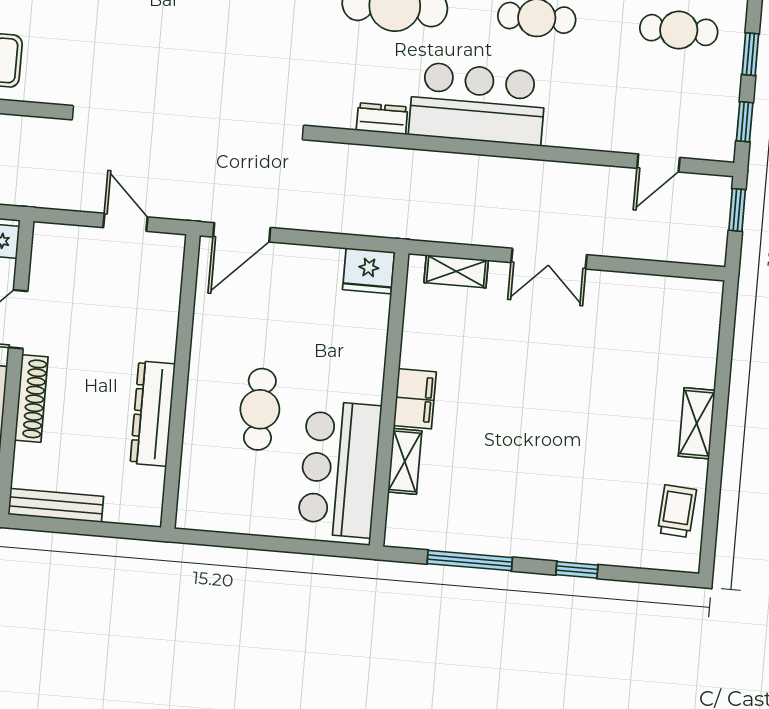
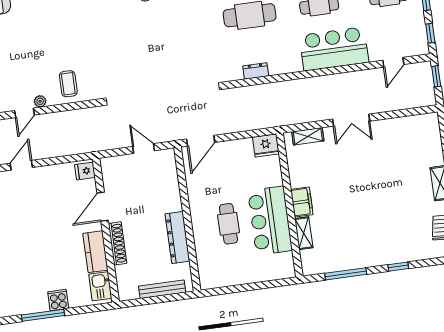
bar counter: (478, 104) -> (334, 49), moved
bar counter: (339, 469) -> (270, 221), moved
bench: (56, 505) -> (162, 289), moved

